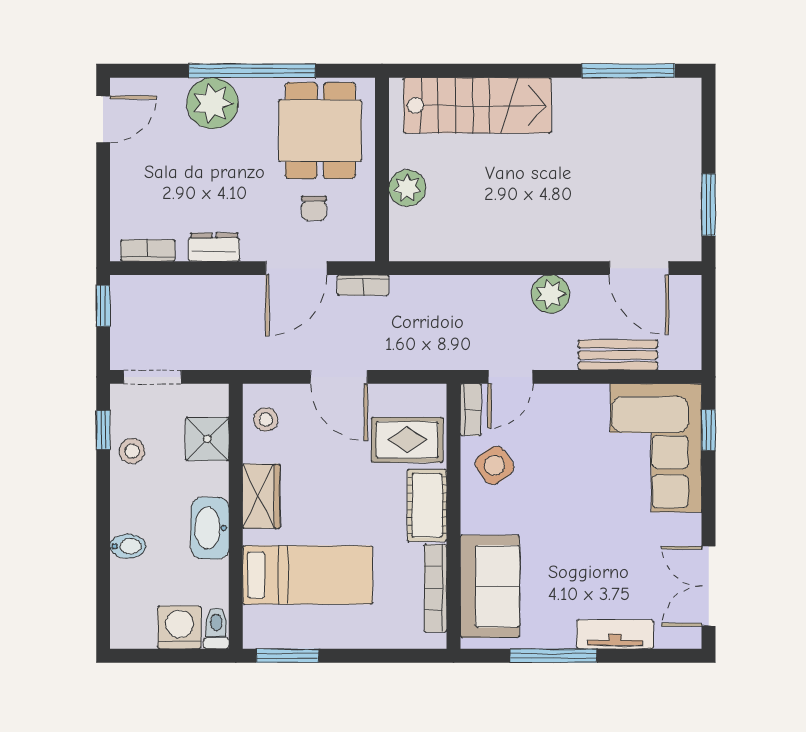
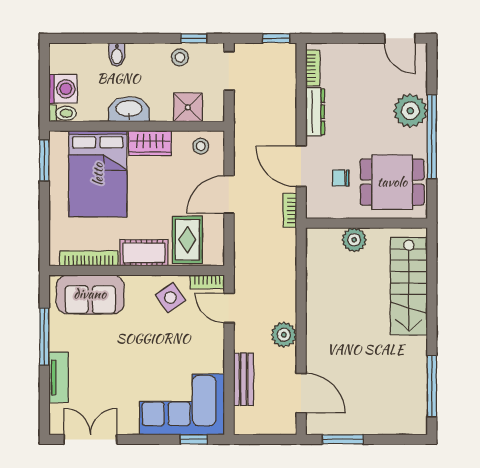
dresser: (214, 247) -> (315, 112), width x1.44
door: (639, 268) -> (301, 393), swing flipped
bed: (308, 575) -> (98, 174), width x1.50

